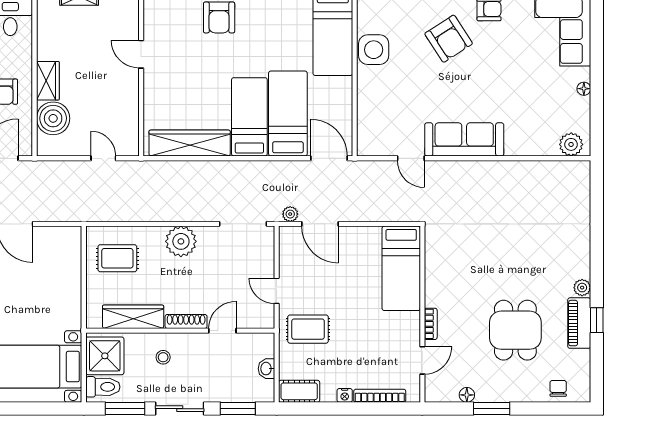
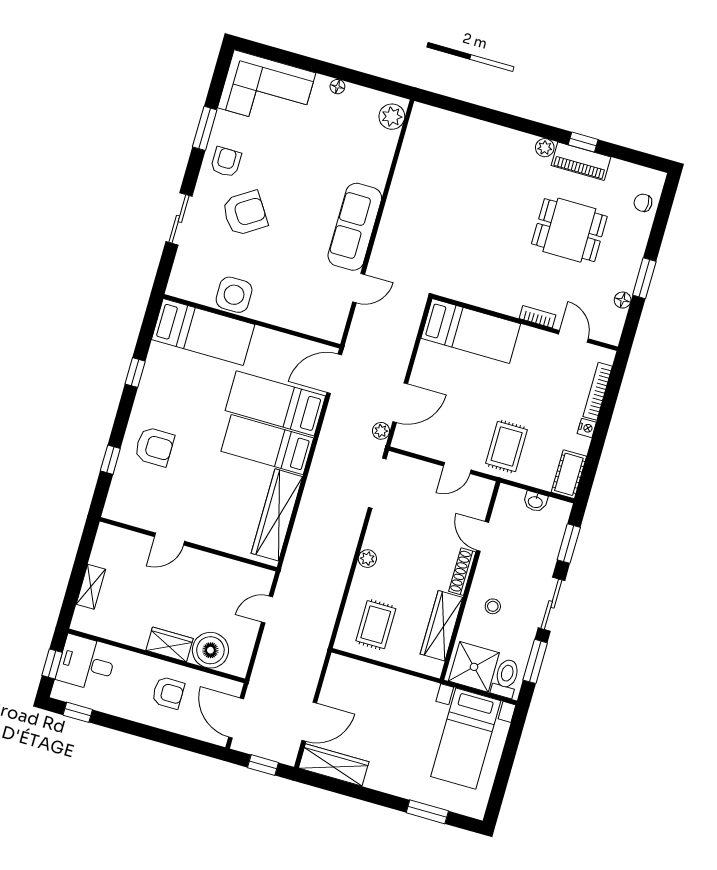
plant: (181, 241) -> (367, 559), width x0.53, depth x0.53

